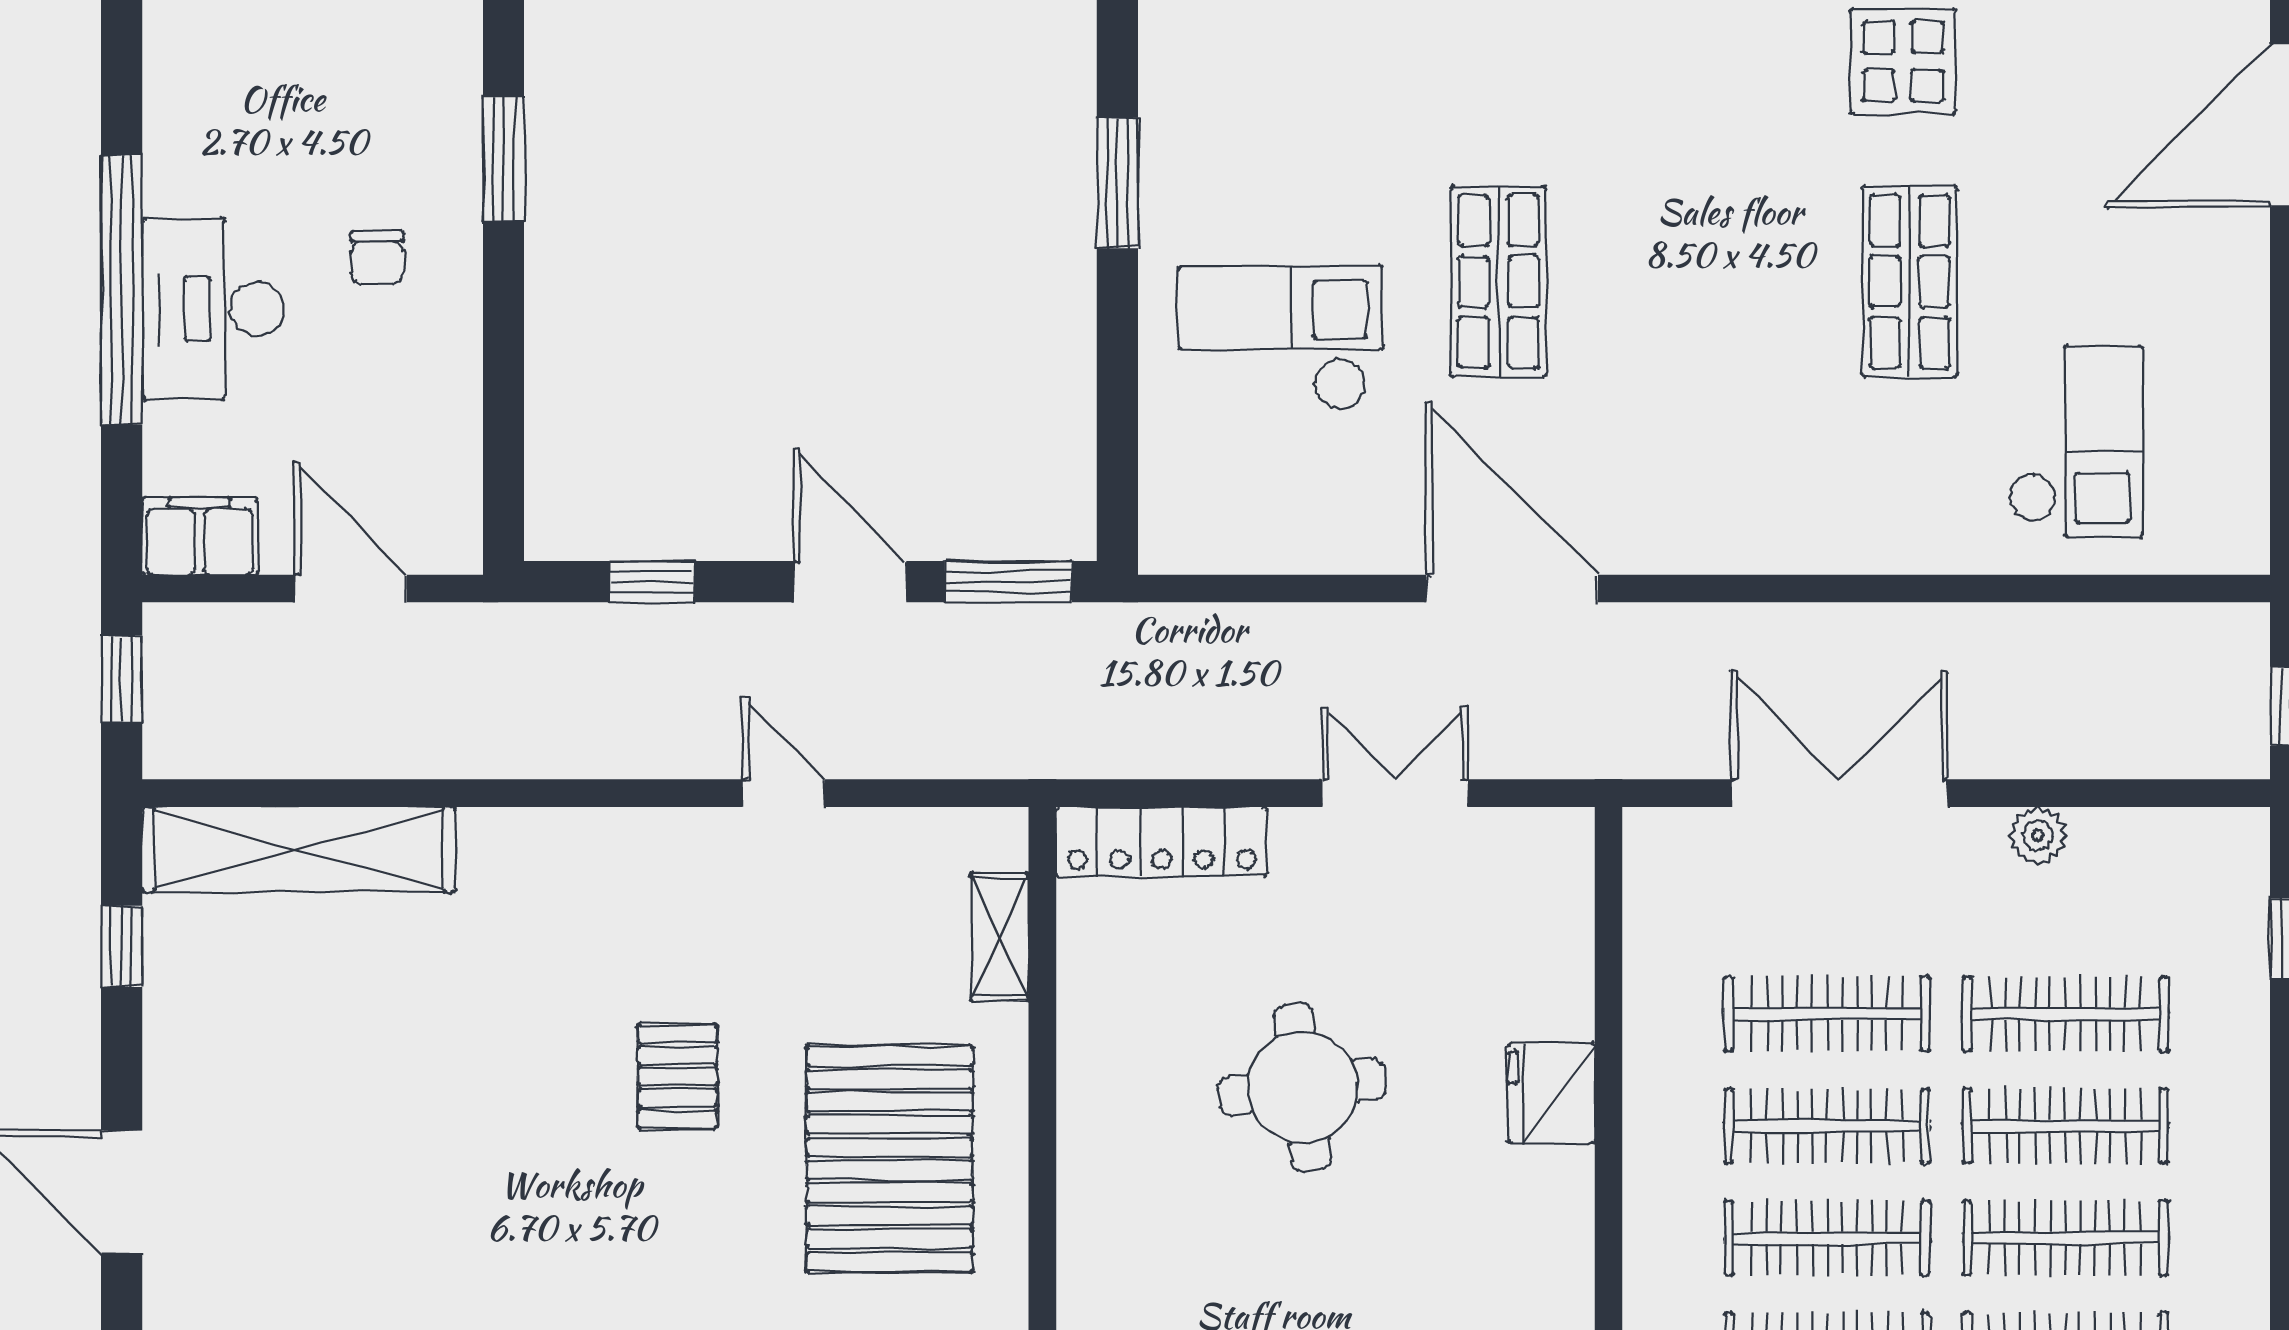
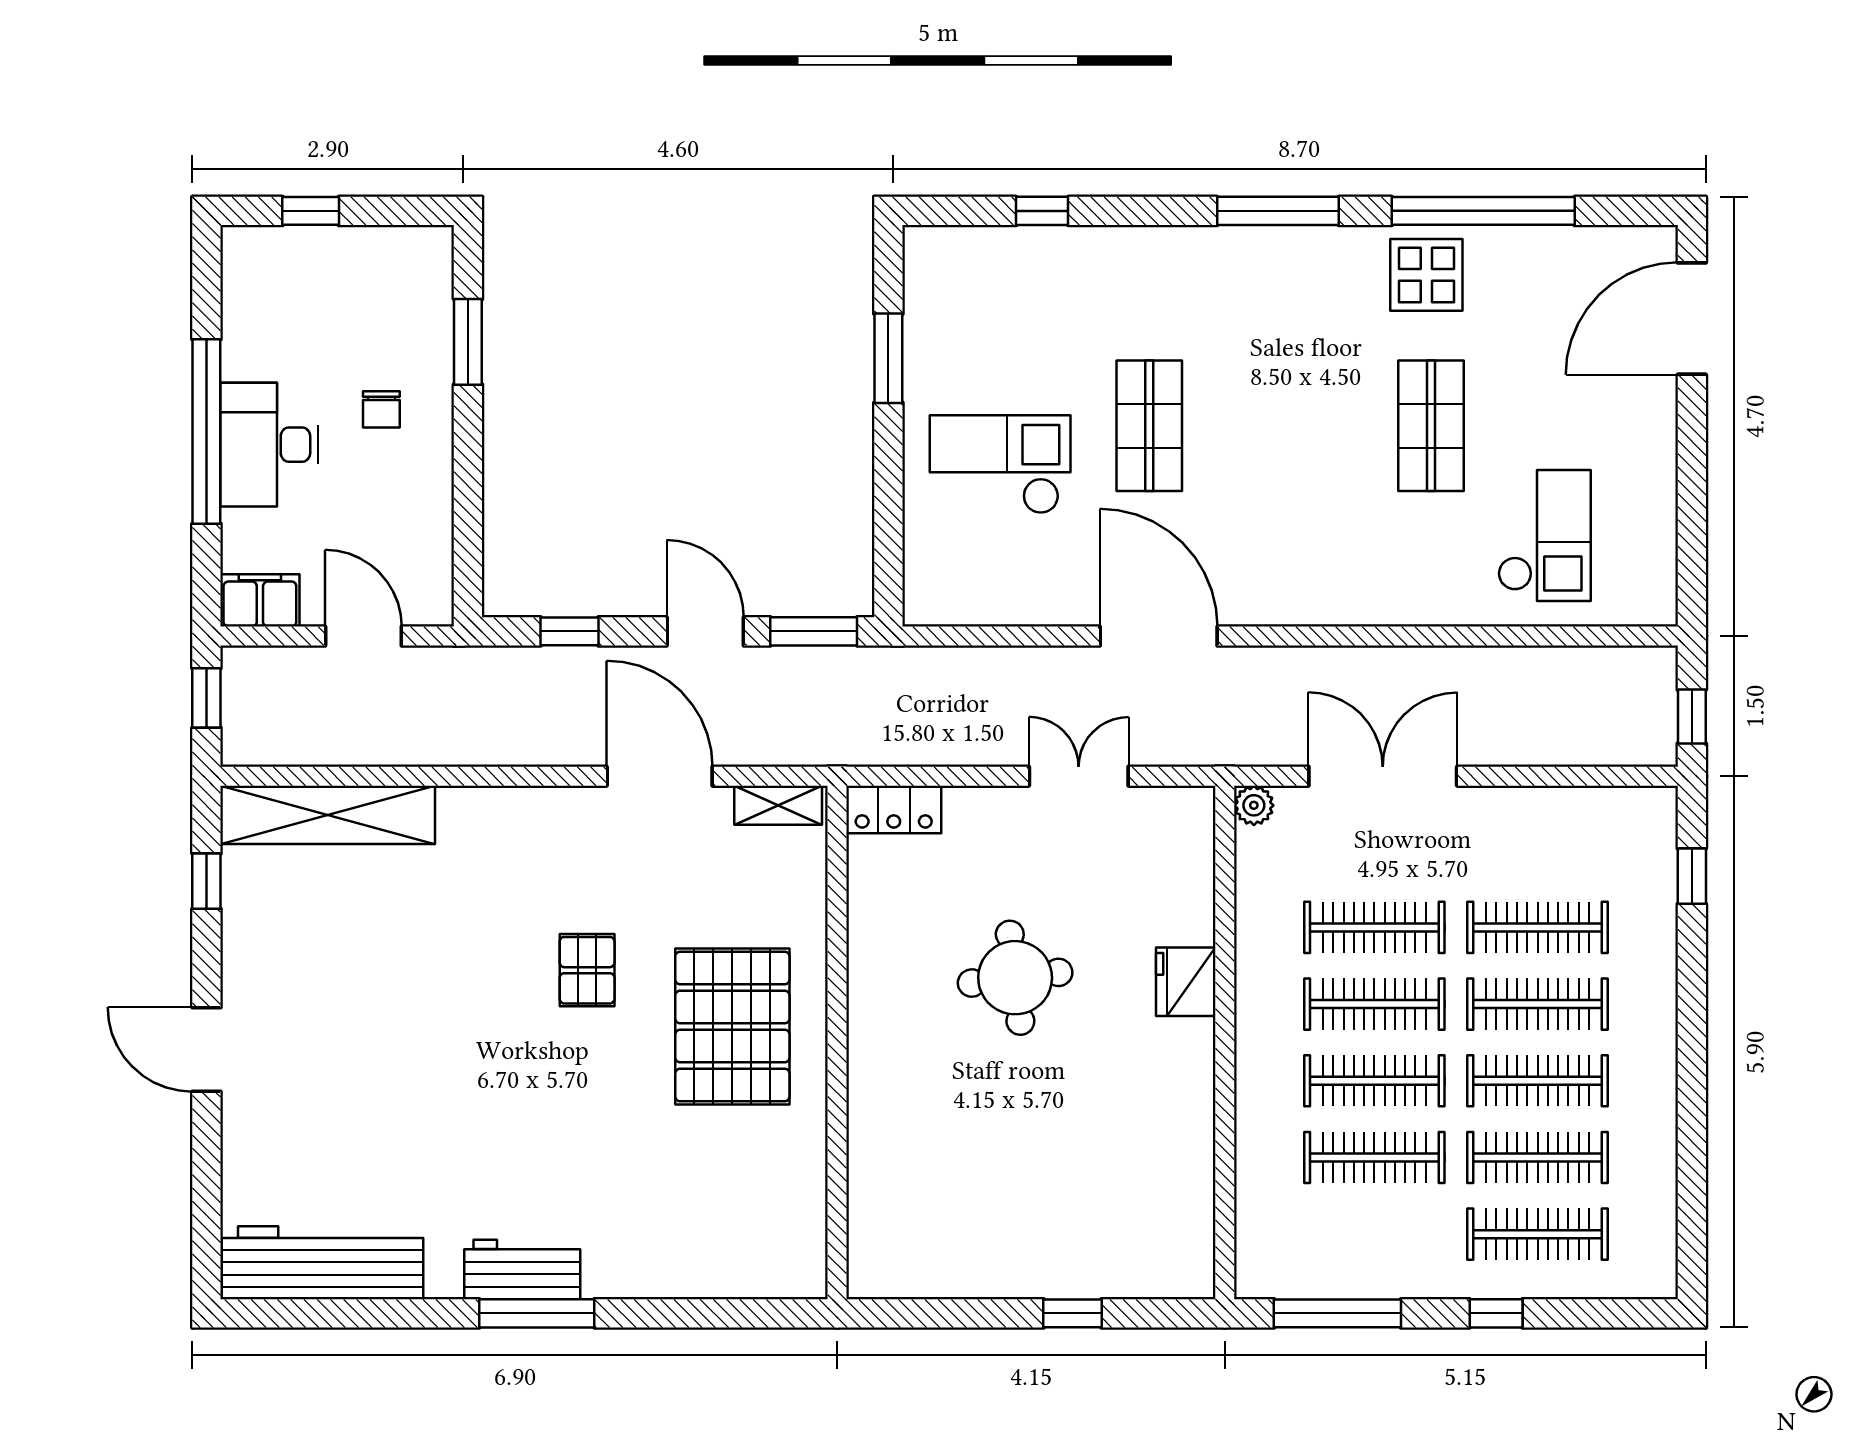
door: (783, 793) -> (660, 776), width x1.88
plant: (2038, 836) -> (1254, 805), moved
locker: (1162, 842) -> (894, 809), width x0.66
shelving: (1000, 937) -> (778, 805), moved, turned 90

